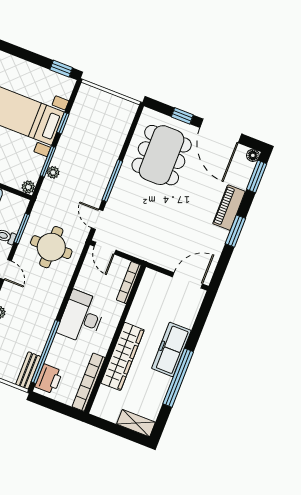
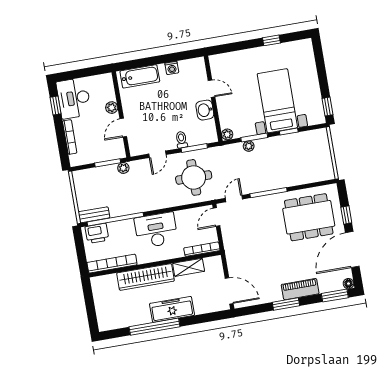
shelving: (136, 423) -> (189, 267), moved, turned 90

